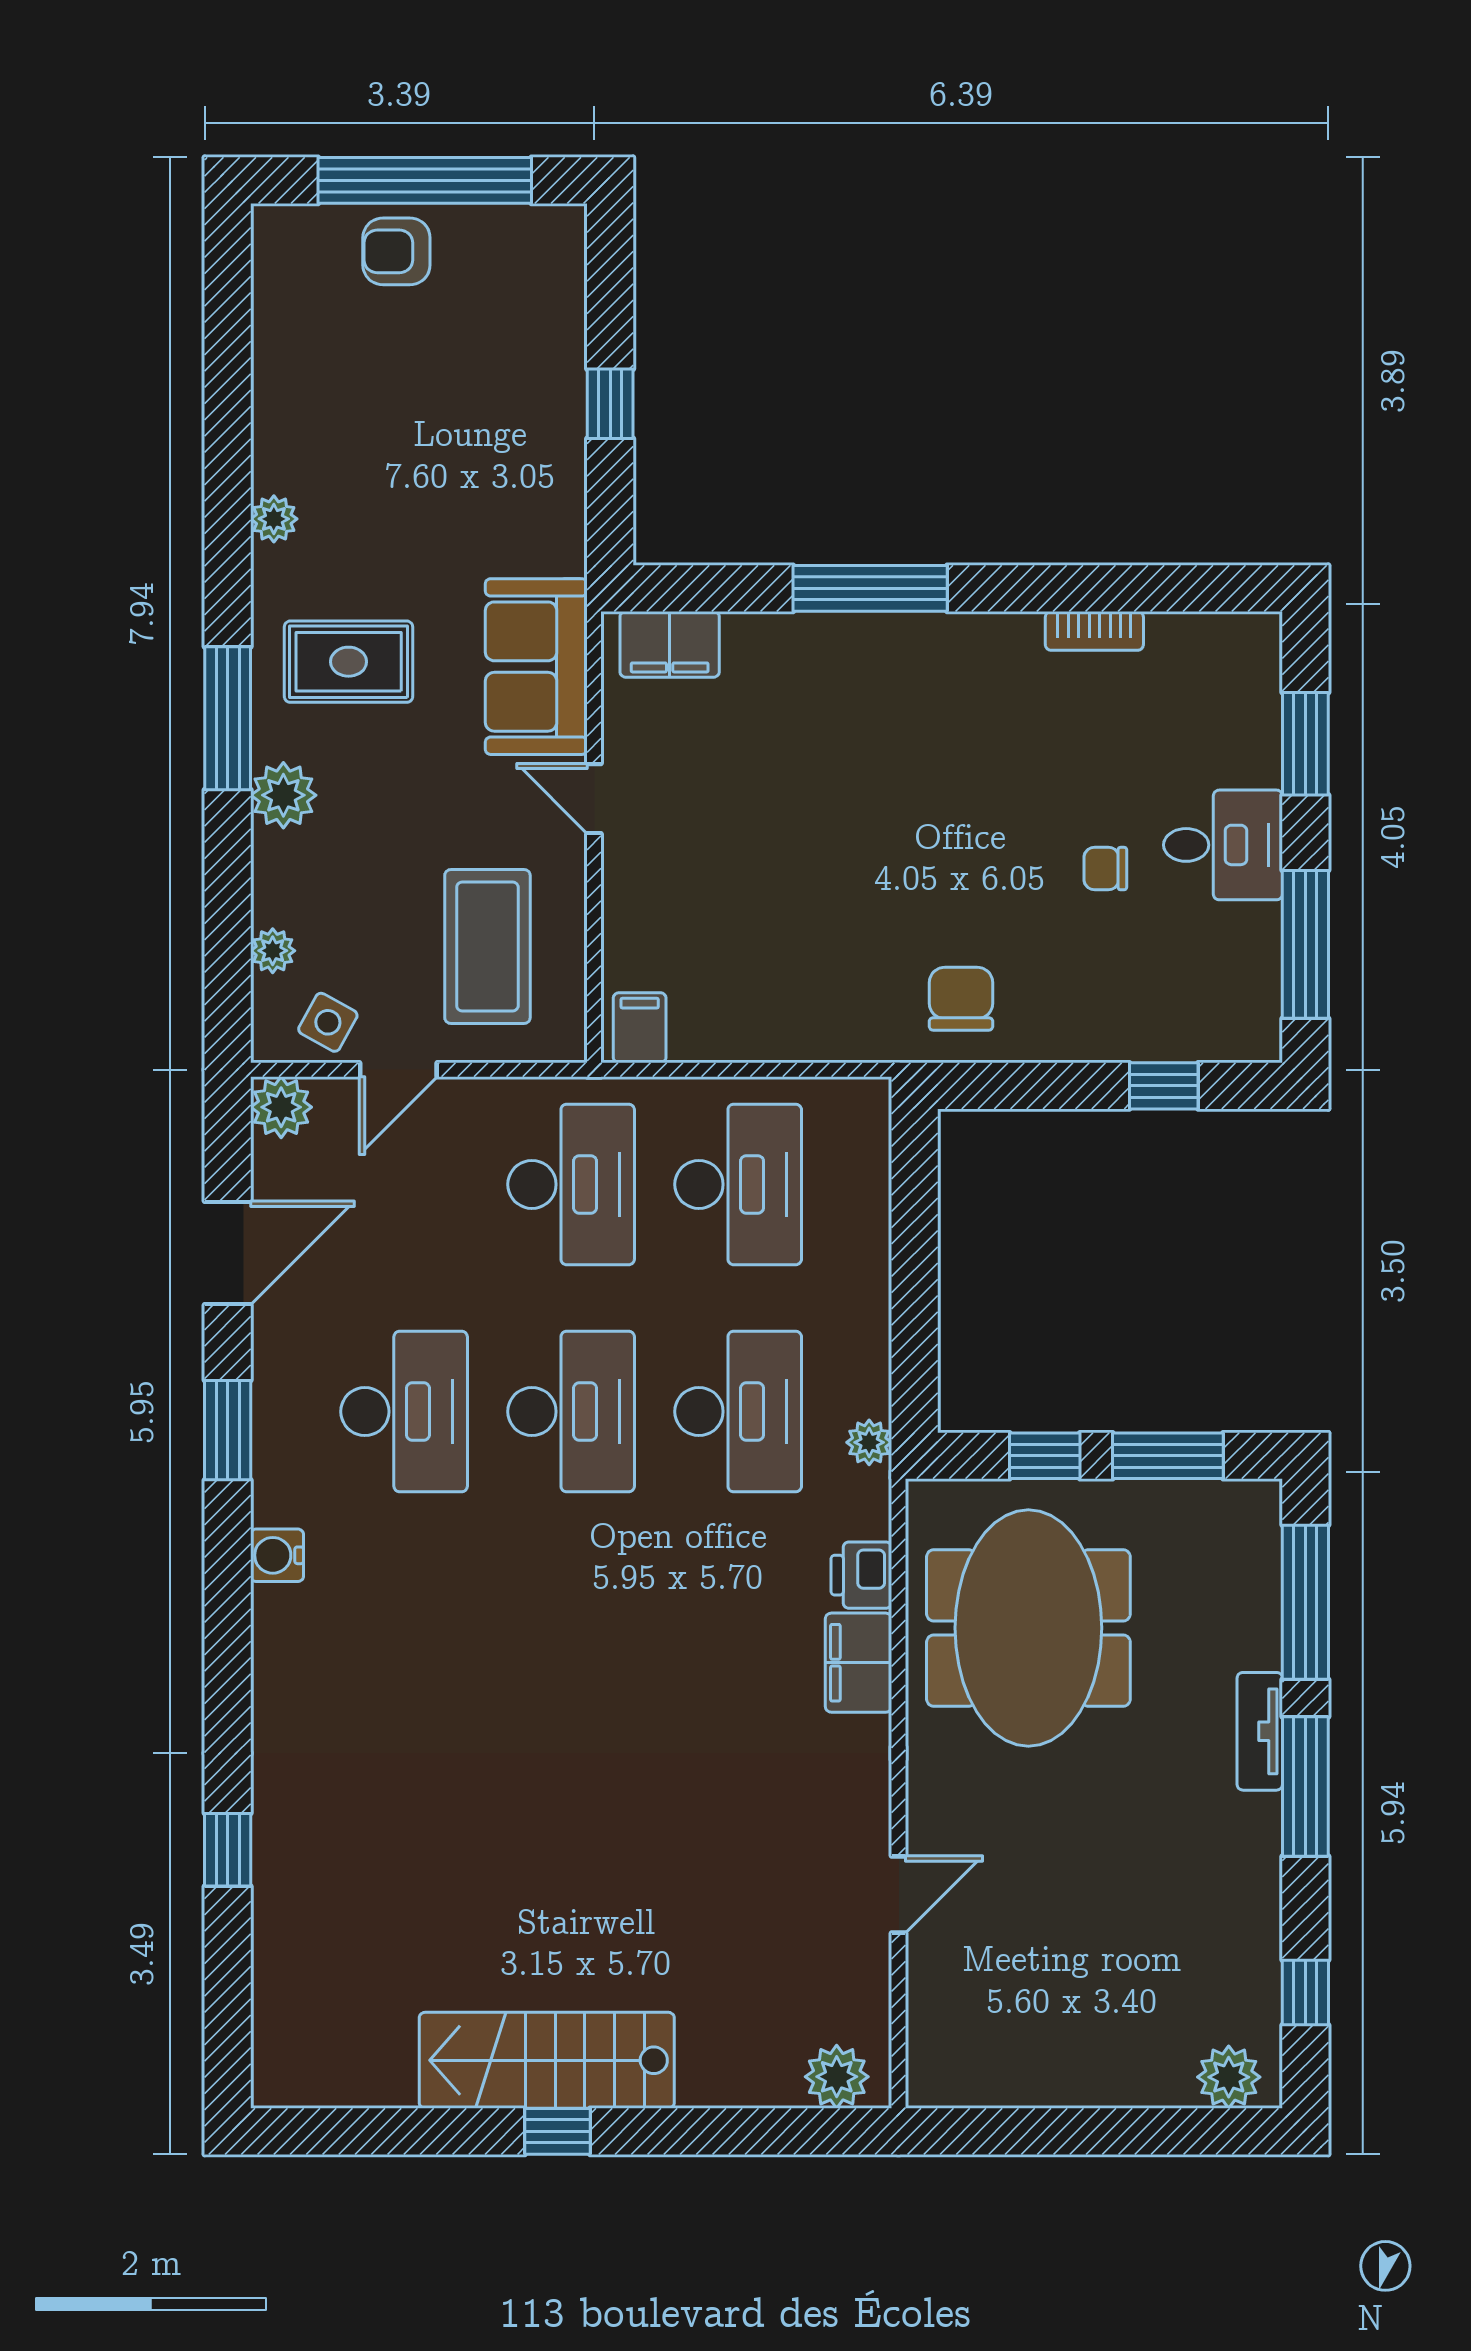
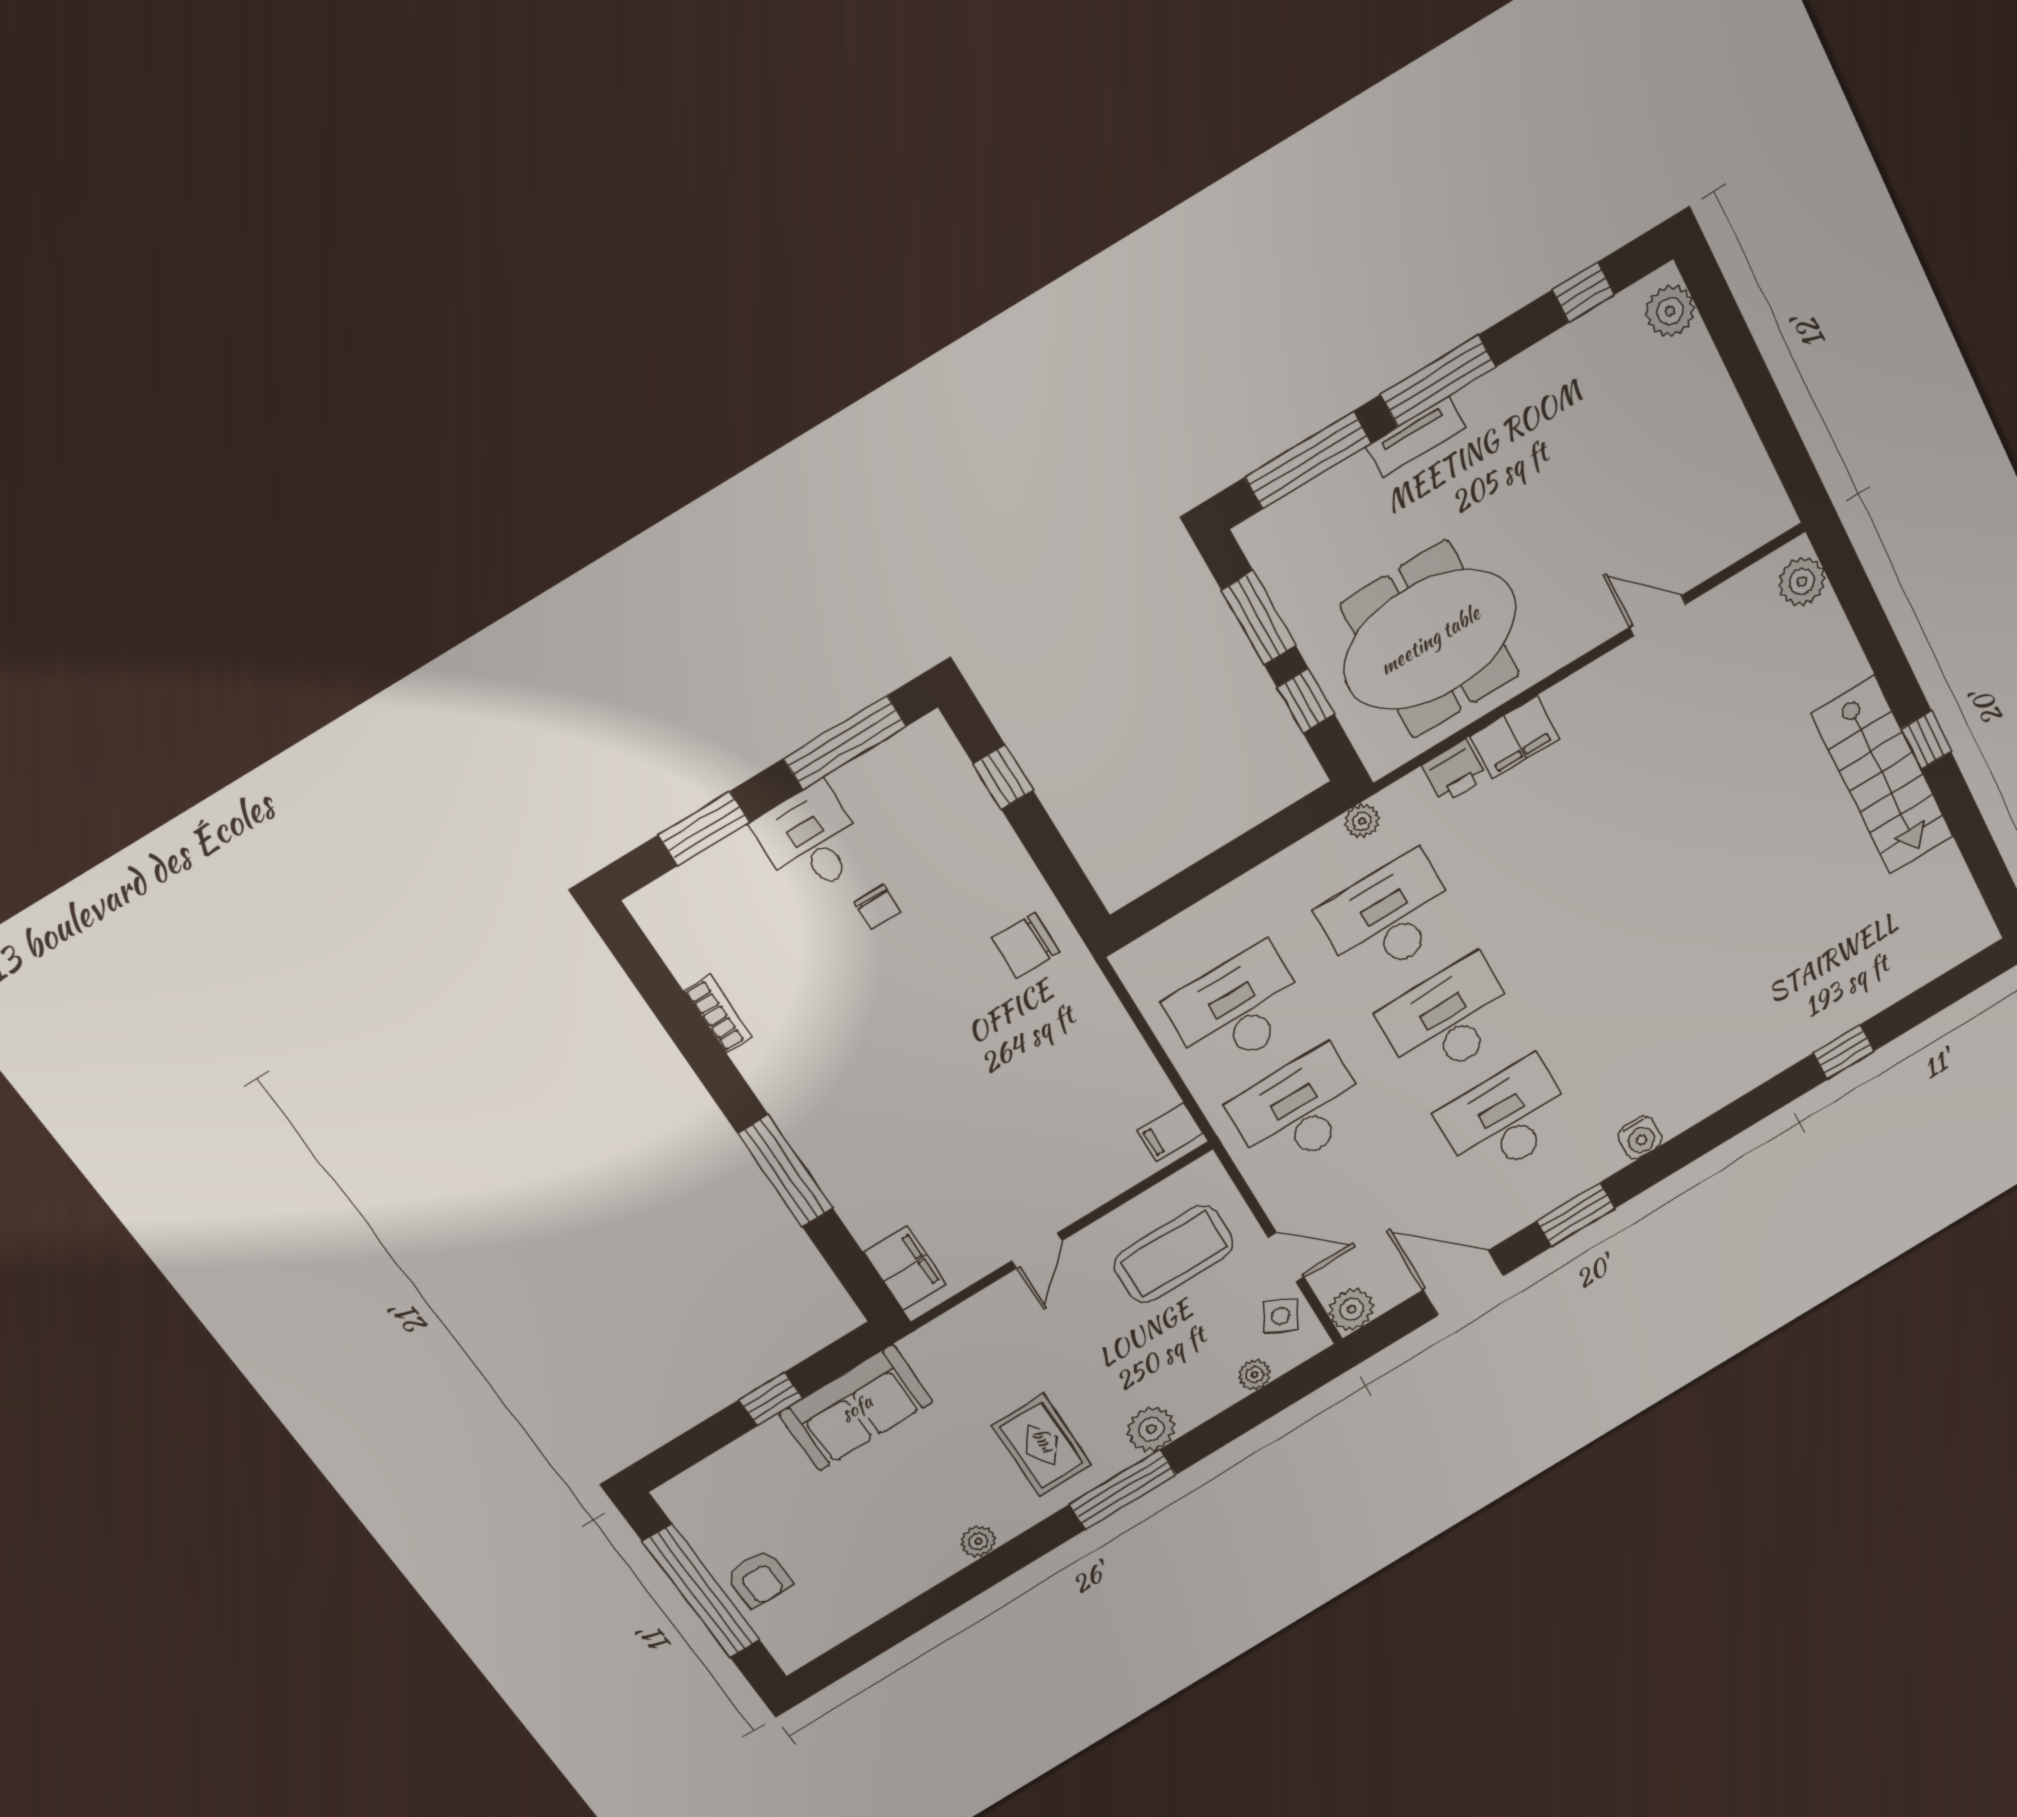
sofa: (536, 667) -> (856, 1408), moved

